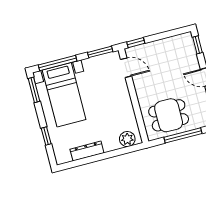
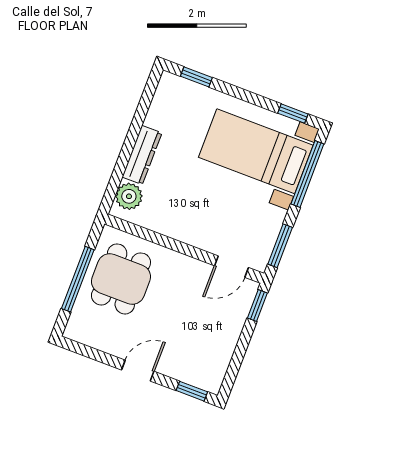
window: (34, 90) -> (293, 114), width x0.67
window: (46, 136) -> (196, 77), moved
dresser: (87, 151) -> (142, 155), moved

